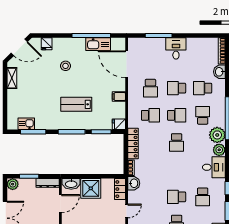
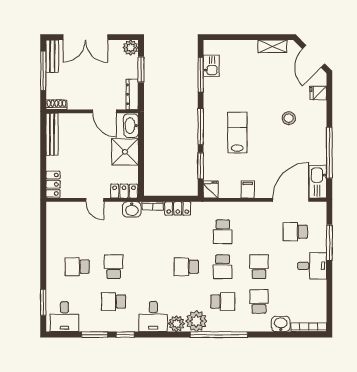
kitchen sink: (98, 44) -> (318, 182), moved
school desk: (150, 88) -> (295, 232), moved
locker: (133, 144) -> (178, 208), width x0.66

